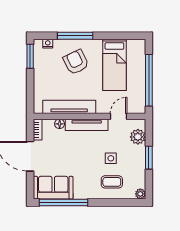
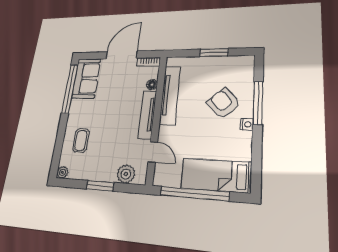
nightstand: (48, 44) -> (247, 124), moved
window: (30, 56) -> (214, 52), moved
armchair: (76, 62) -> (224, 103), turned -107
bed: (114, 65) -> (216, 175), moved
side table: (111, 158) -> (106, 140), removed

